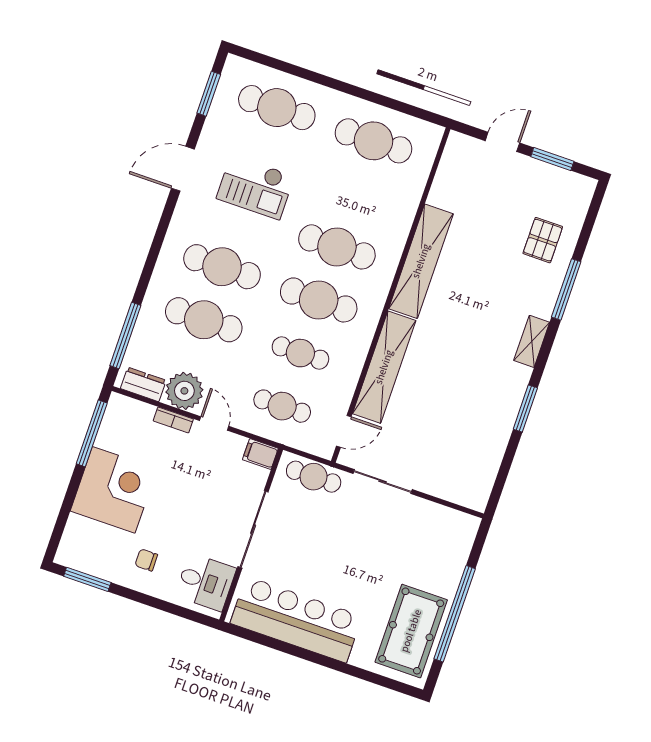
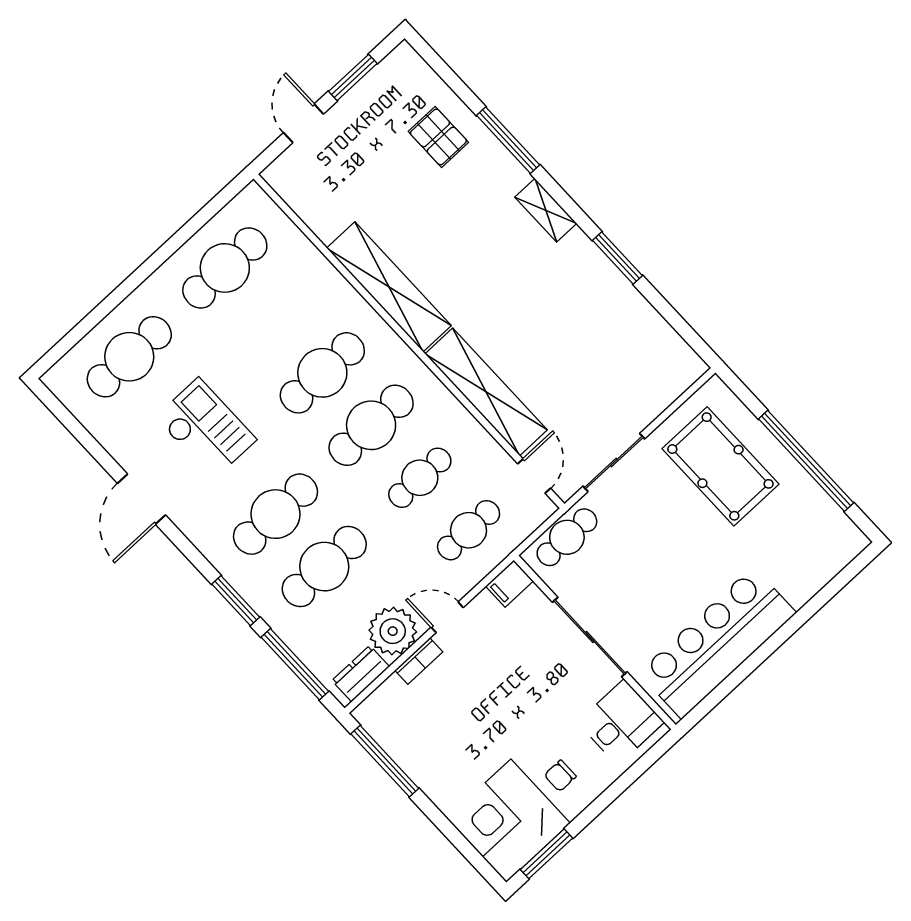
window: (209, 94) -> (236, 601), moved
checkout: (255, 187) -> (206, 429), turned -90
corner desk: (114, 490) -> (509, 821), moved, turned -90
pool table: (411, 631) -> (720, 466), moved

